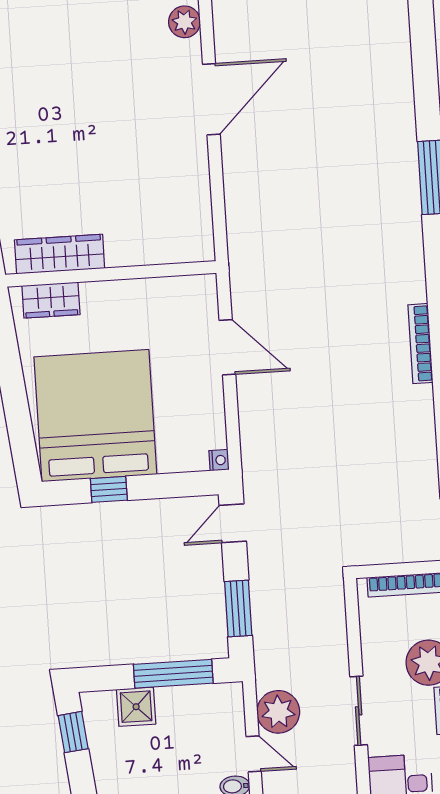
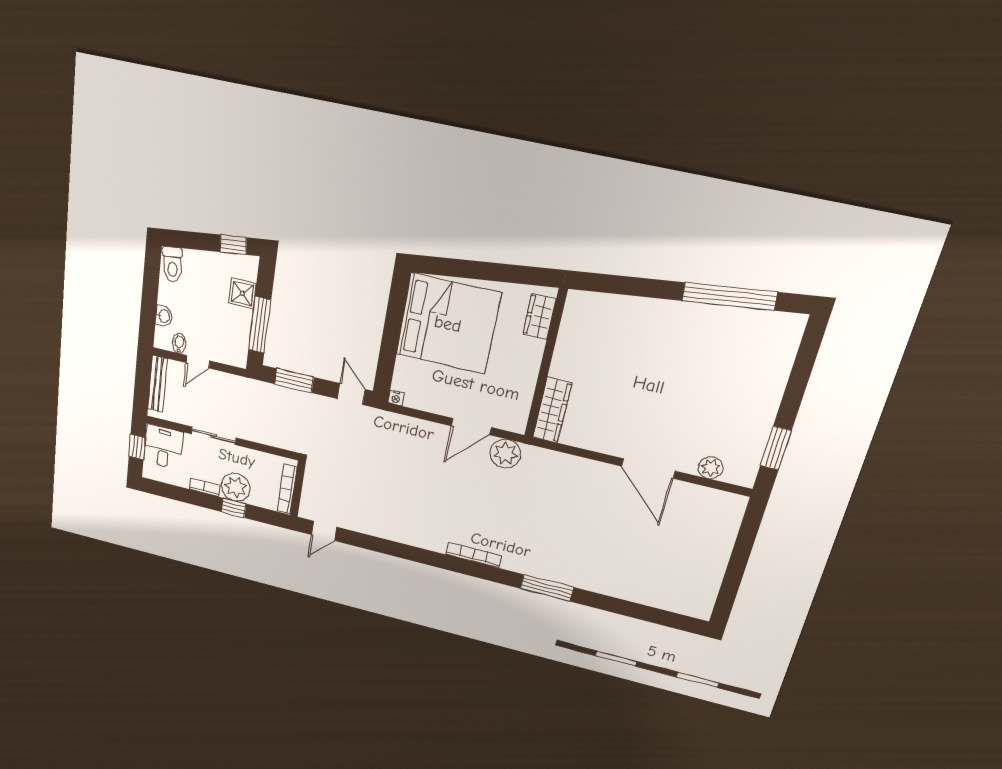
wardrobe: (60, 254) -> (552, 410), moved
bookcase: (420, 344) -> (474, 555), moved
window: (109, 489) -> (394, 318), removed
plant: (278, 712) -> (505, 454), moved

